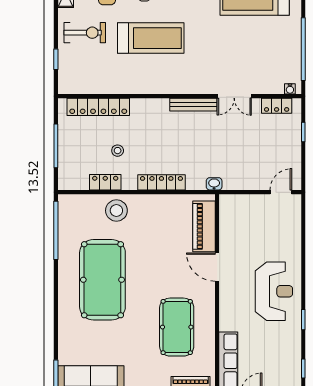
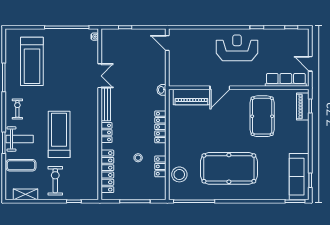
locker: (277, 106) -> (107, 132), moved
stool: (116, 211) -> (179, 174), moved
pool table: (177, 327) -> (262, 116), turned 90

